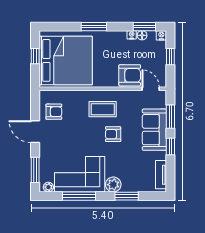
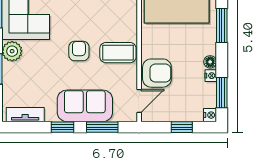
floor lamp: (142, 35) -> (210, 62), moved
armchair: (130, 75) -> (157, 73), turned -90
coffee table: (103, 109) -> (118, 53), moved, turned 90

